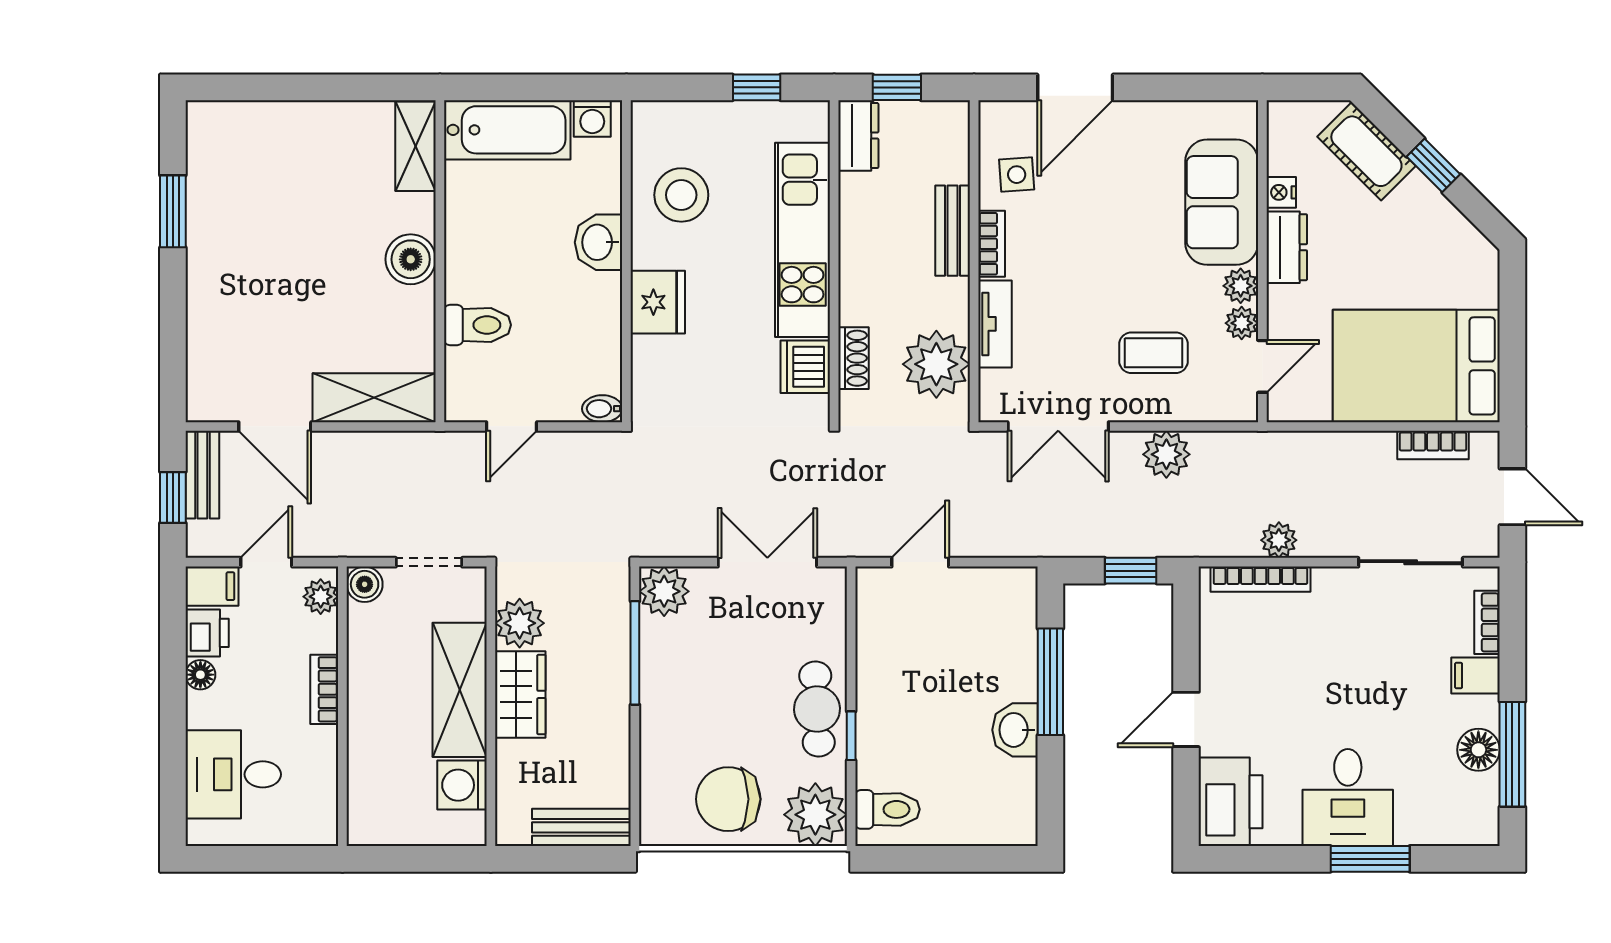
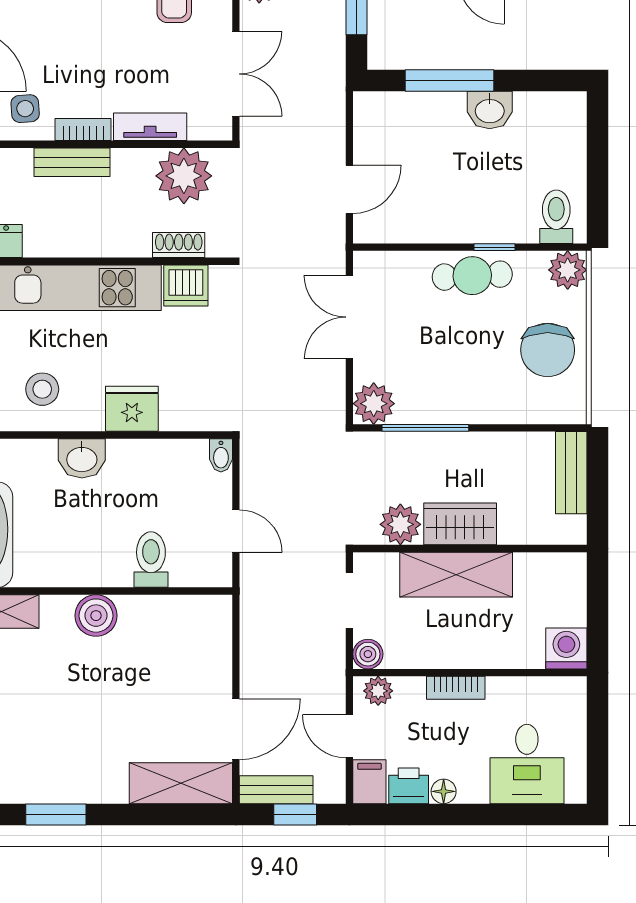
stool: (681, 195) -> (42, 389), width x0.73, depth x0.73
shelving: (374, 398) -> (181, 783), moved, turned 90
door: (920, 562) -> (349, 189), swing flipped
washing machine: (462, 785) -> (566, 648), moved, turned 180
plant: (815, 815) -> (568, 270), width x0.73, depth x0.73

